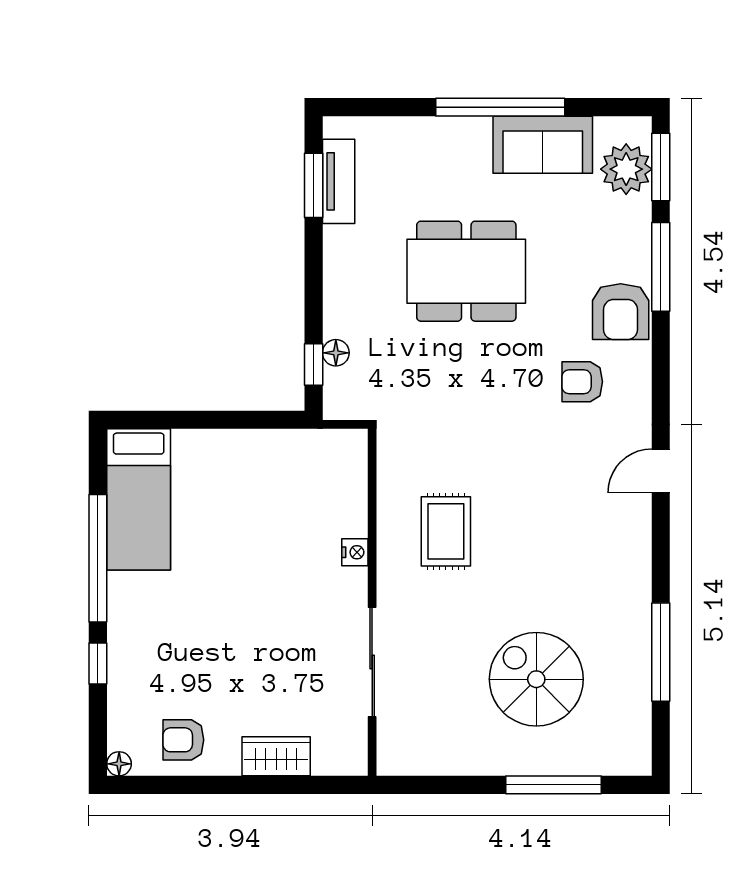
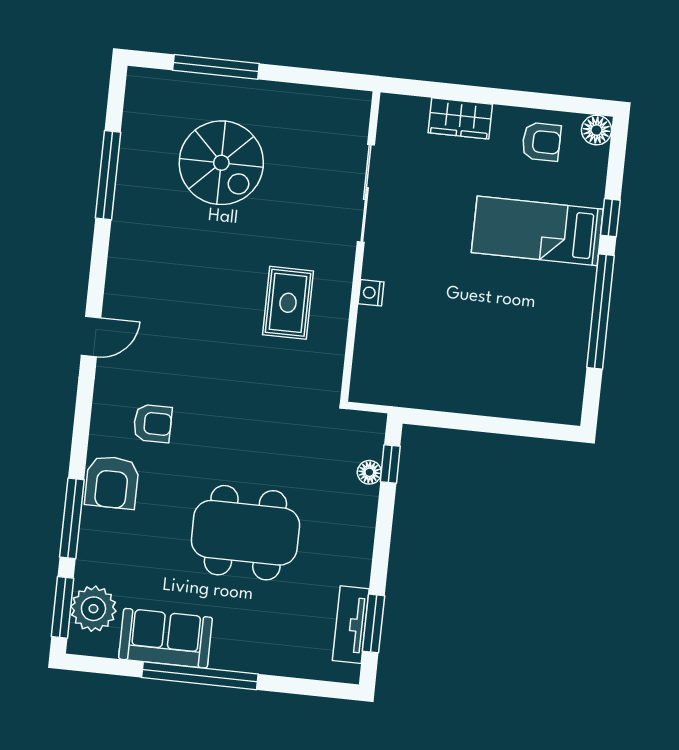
armchair: (621, 312) -> (112, 482), turned 180
bed: (139, 499) -> (537, 231), moved, turned -90
floor lamp: (119, 764) -> (596, 130), width x1.37, depth x1.37

